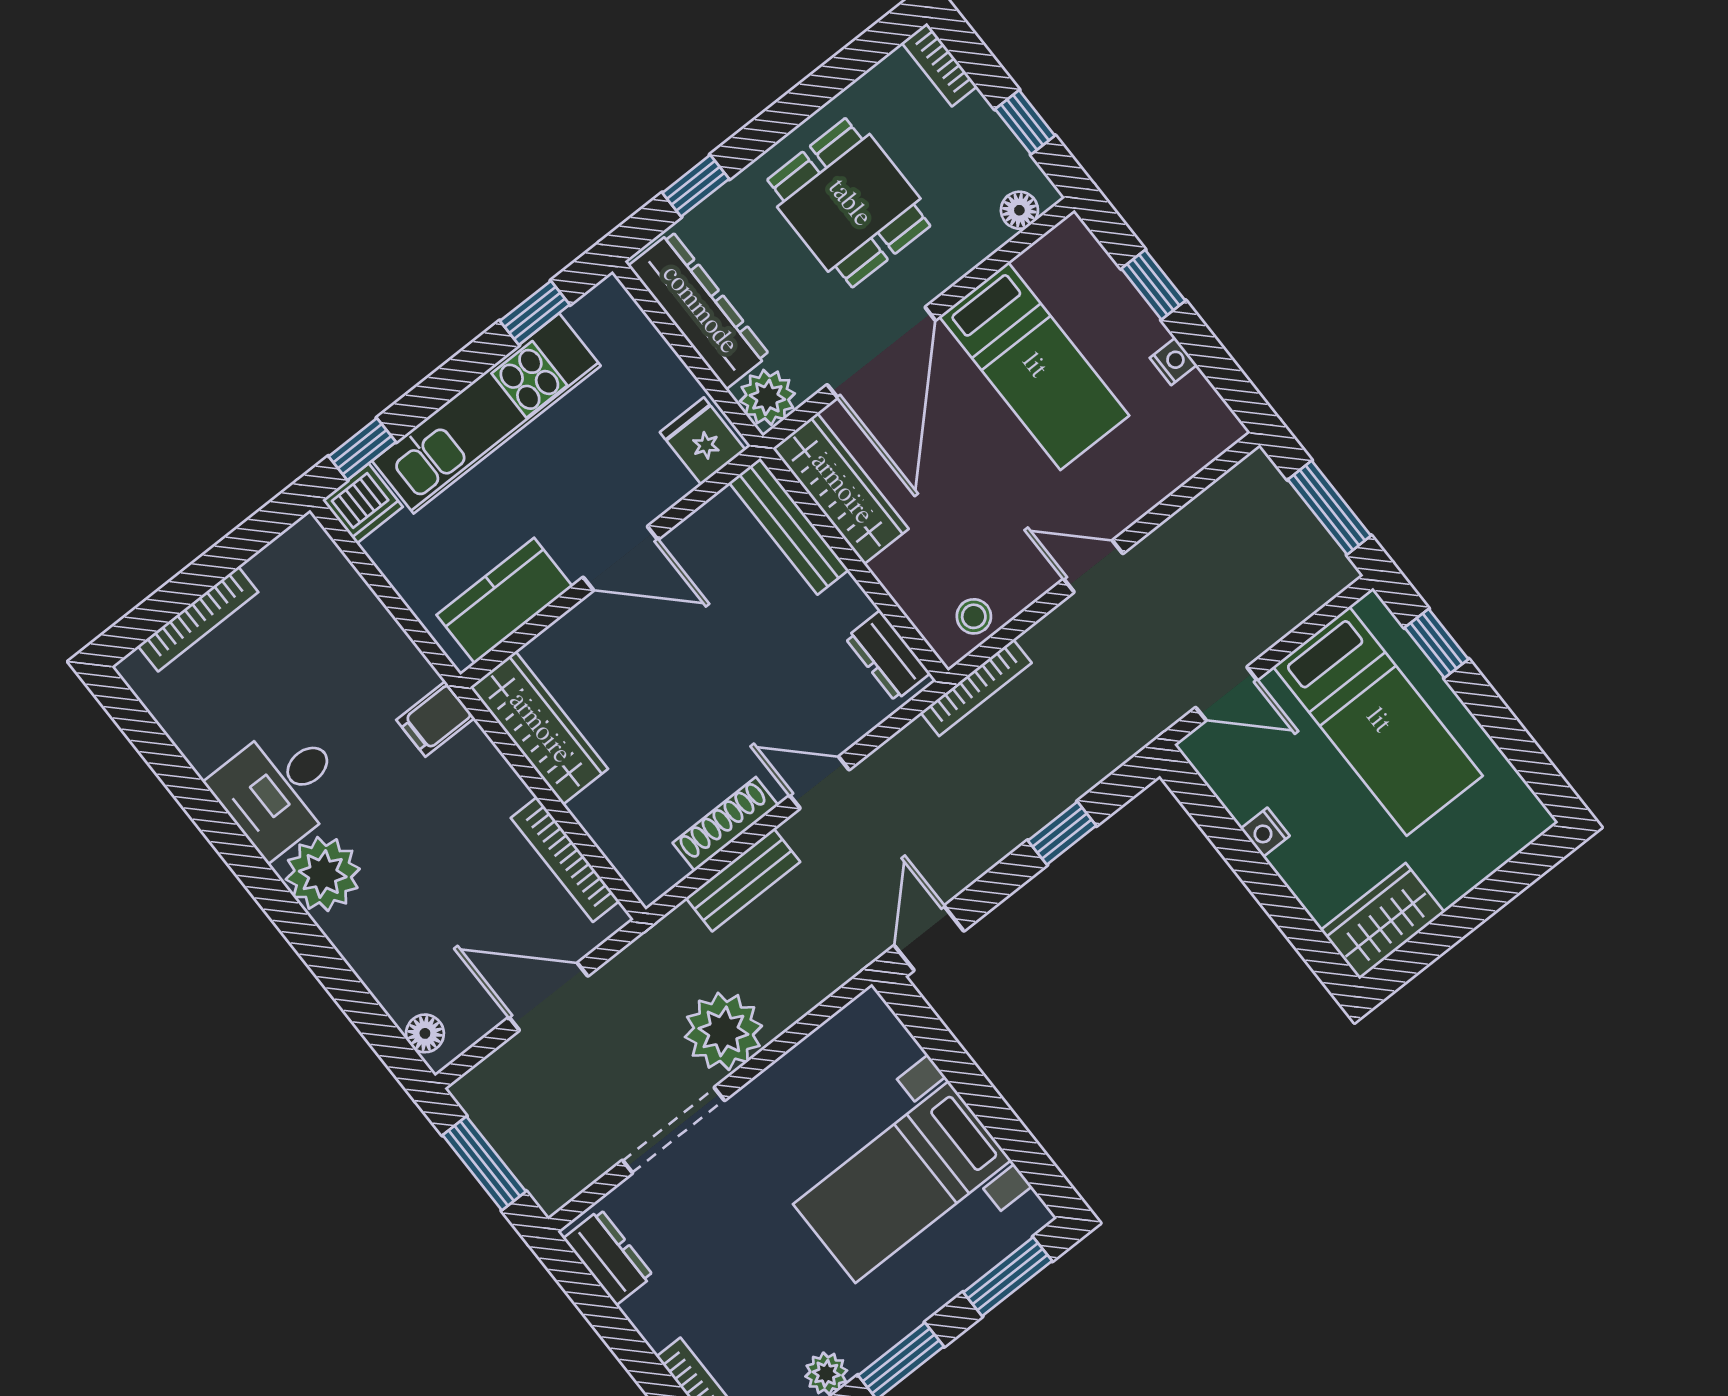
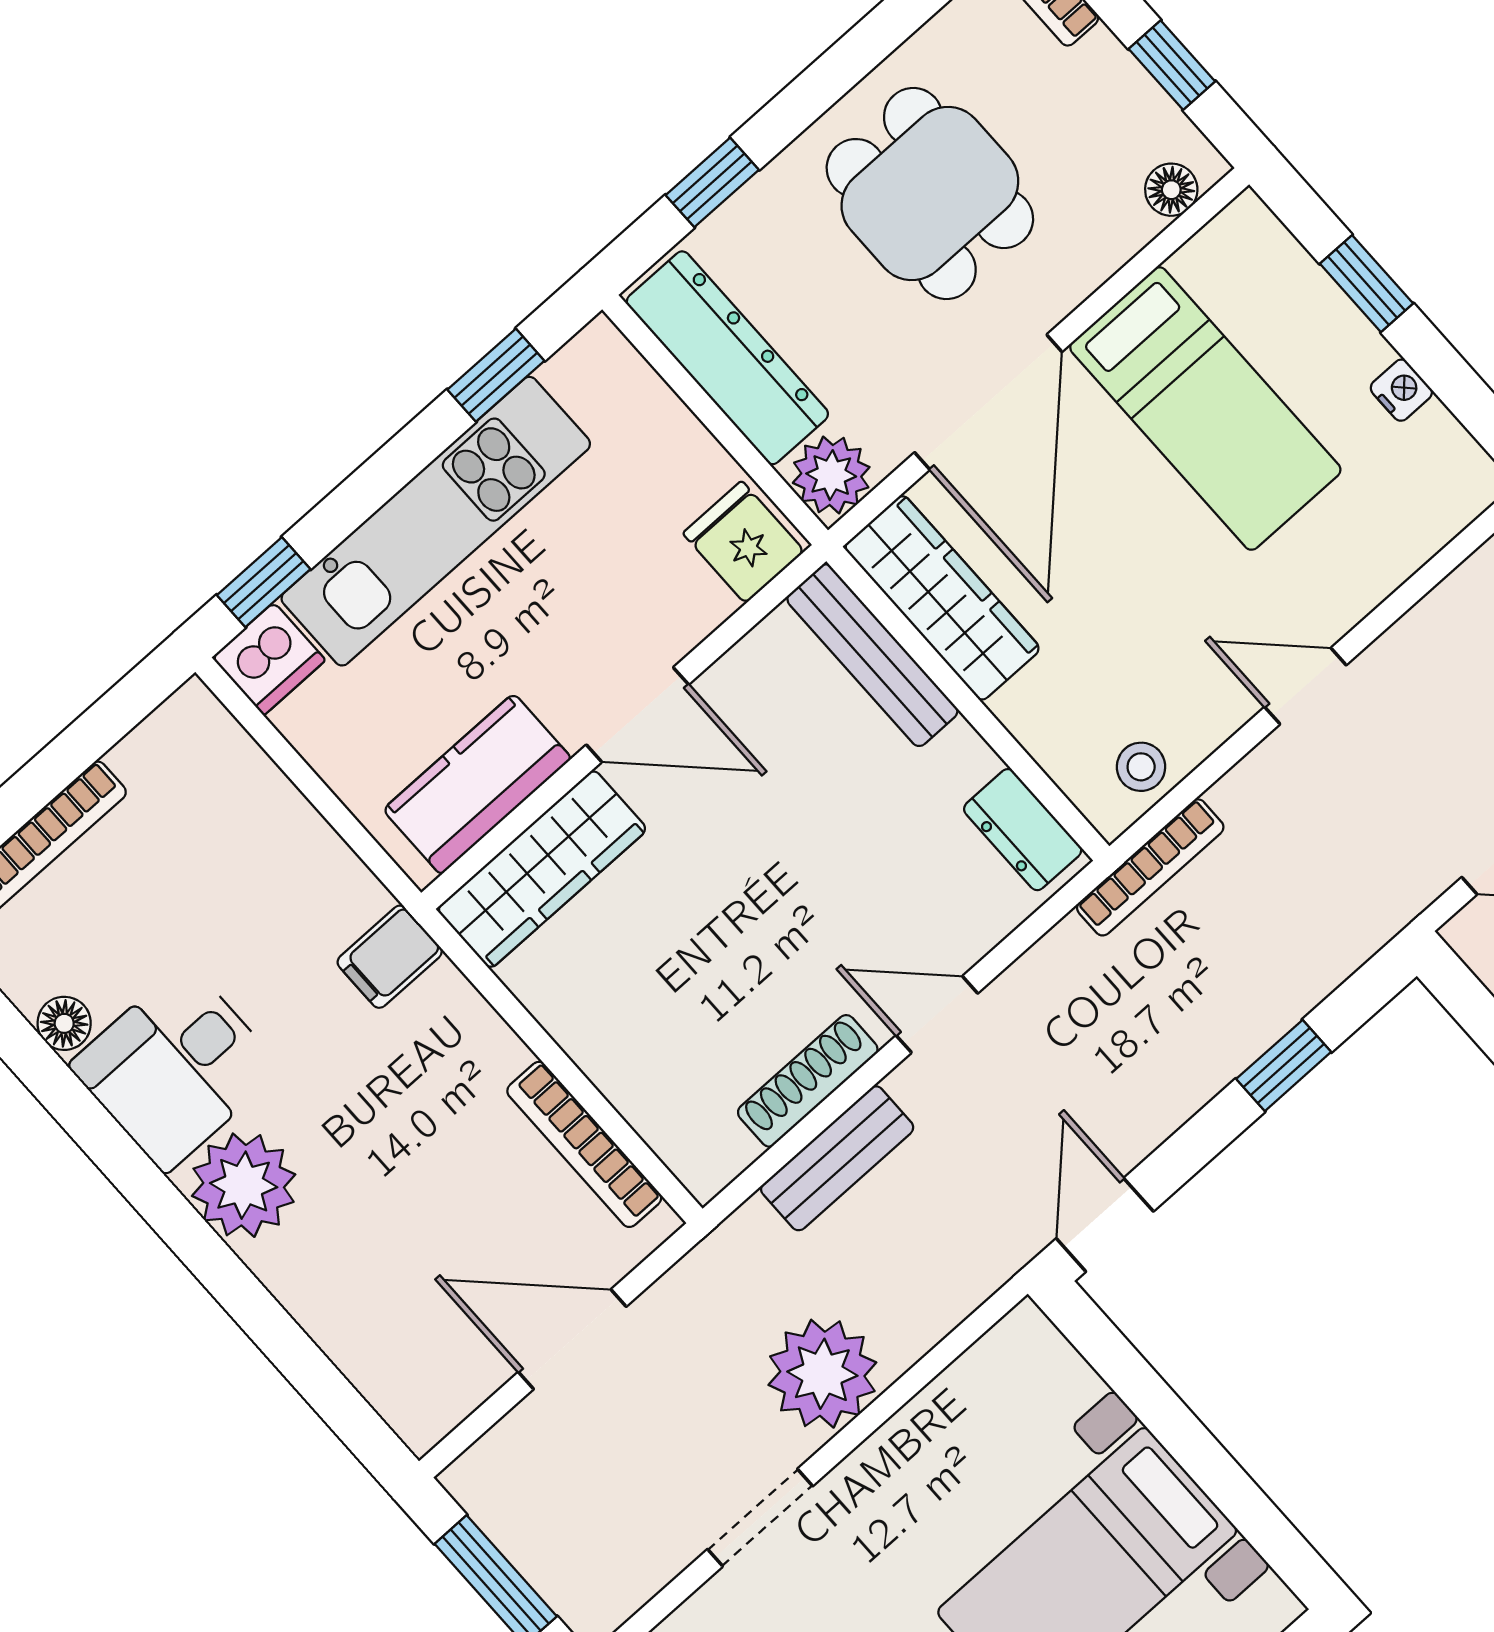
wardrobe: (539, 728) -> (542, 869), moved, turned 90
floor lamp: (425, 1033) -> (64, 1023), moved
doorway: (673, 1130) -> (760, 1518), width x0.73

